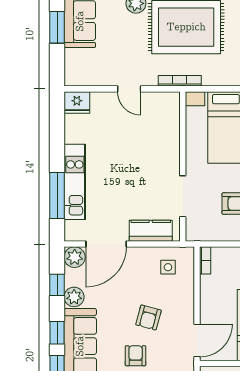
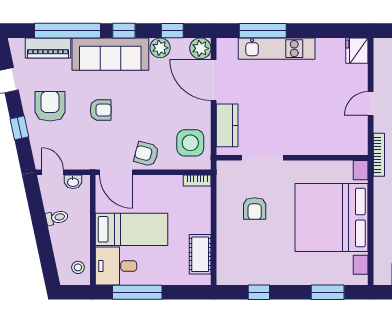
side table: (168, 267) -> (190, 143), width x1.87, depth x1.87
armchair: (148, 317) -> (146, 154), moved

